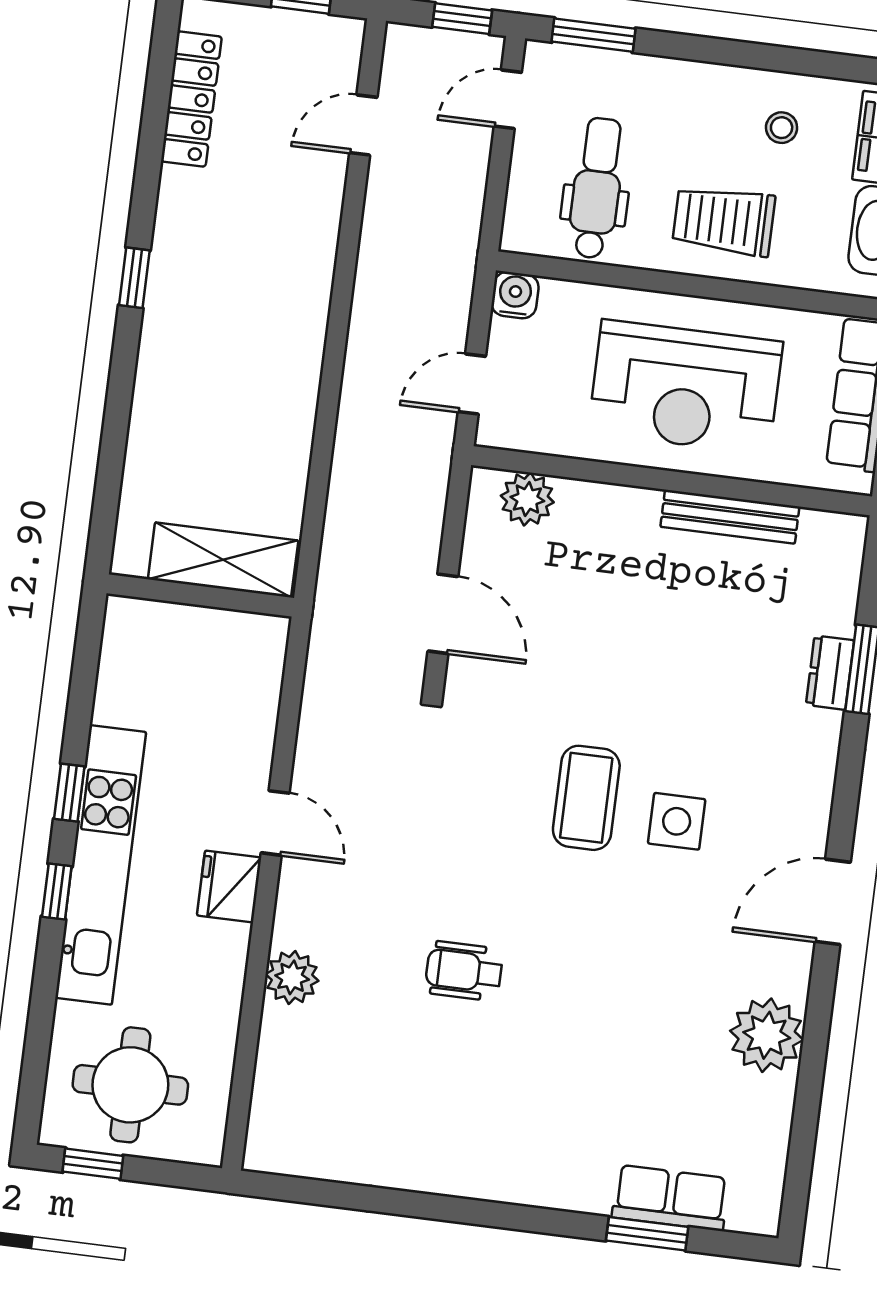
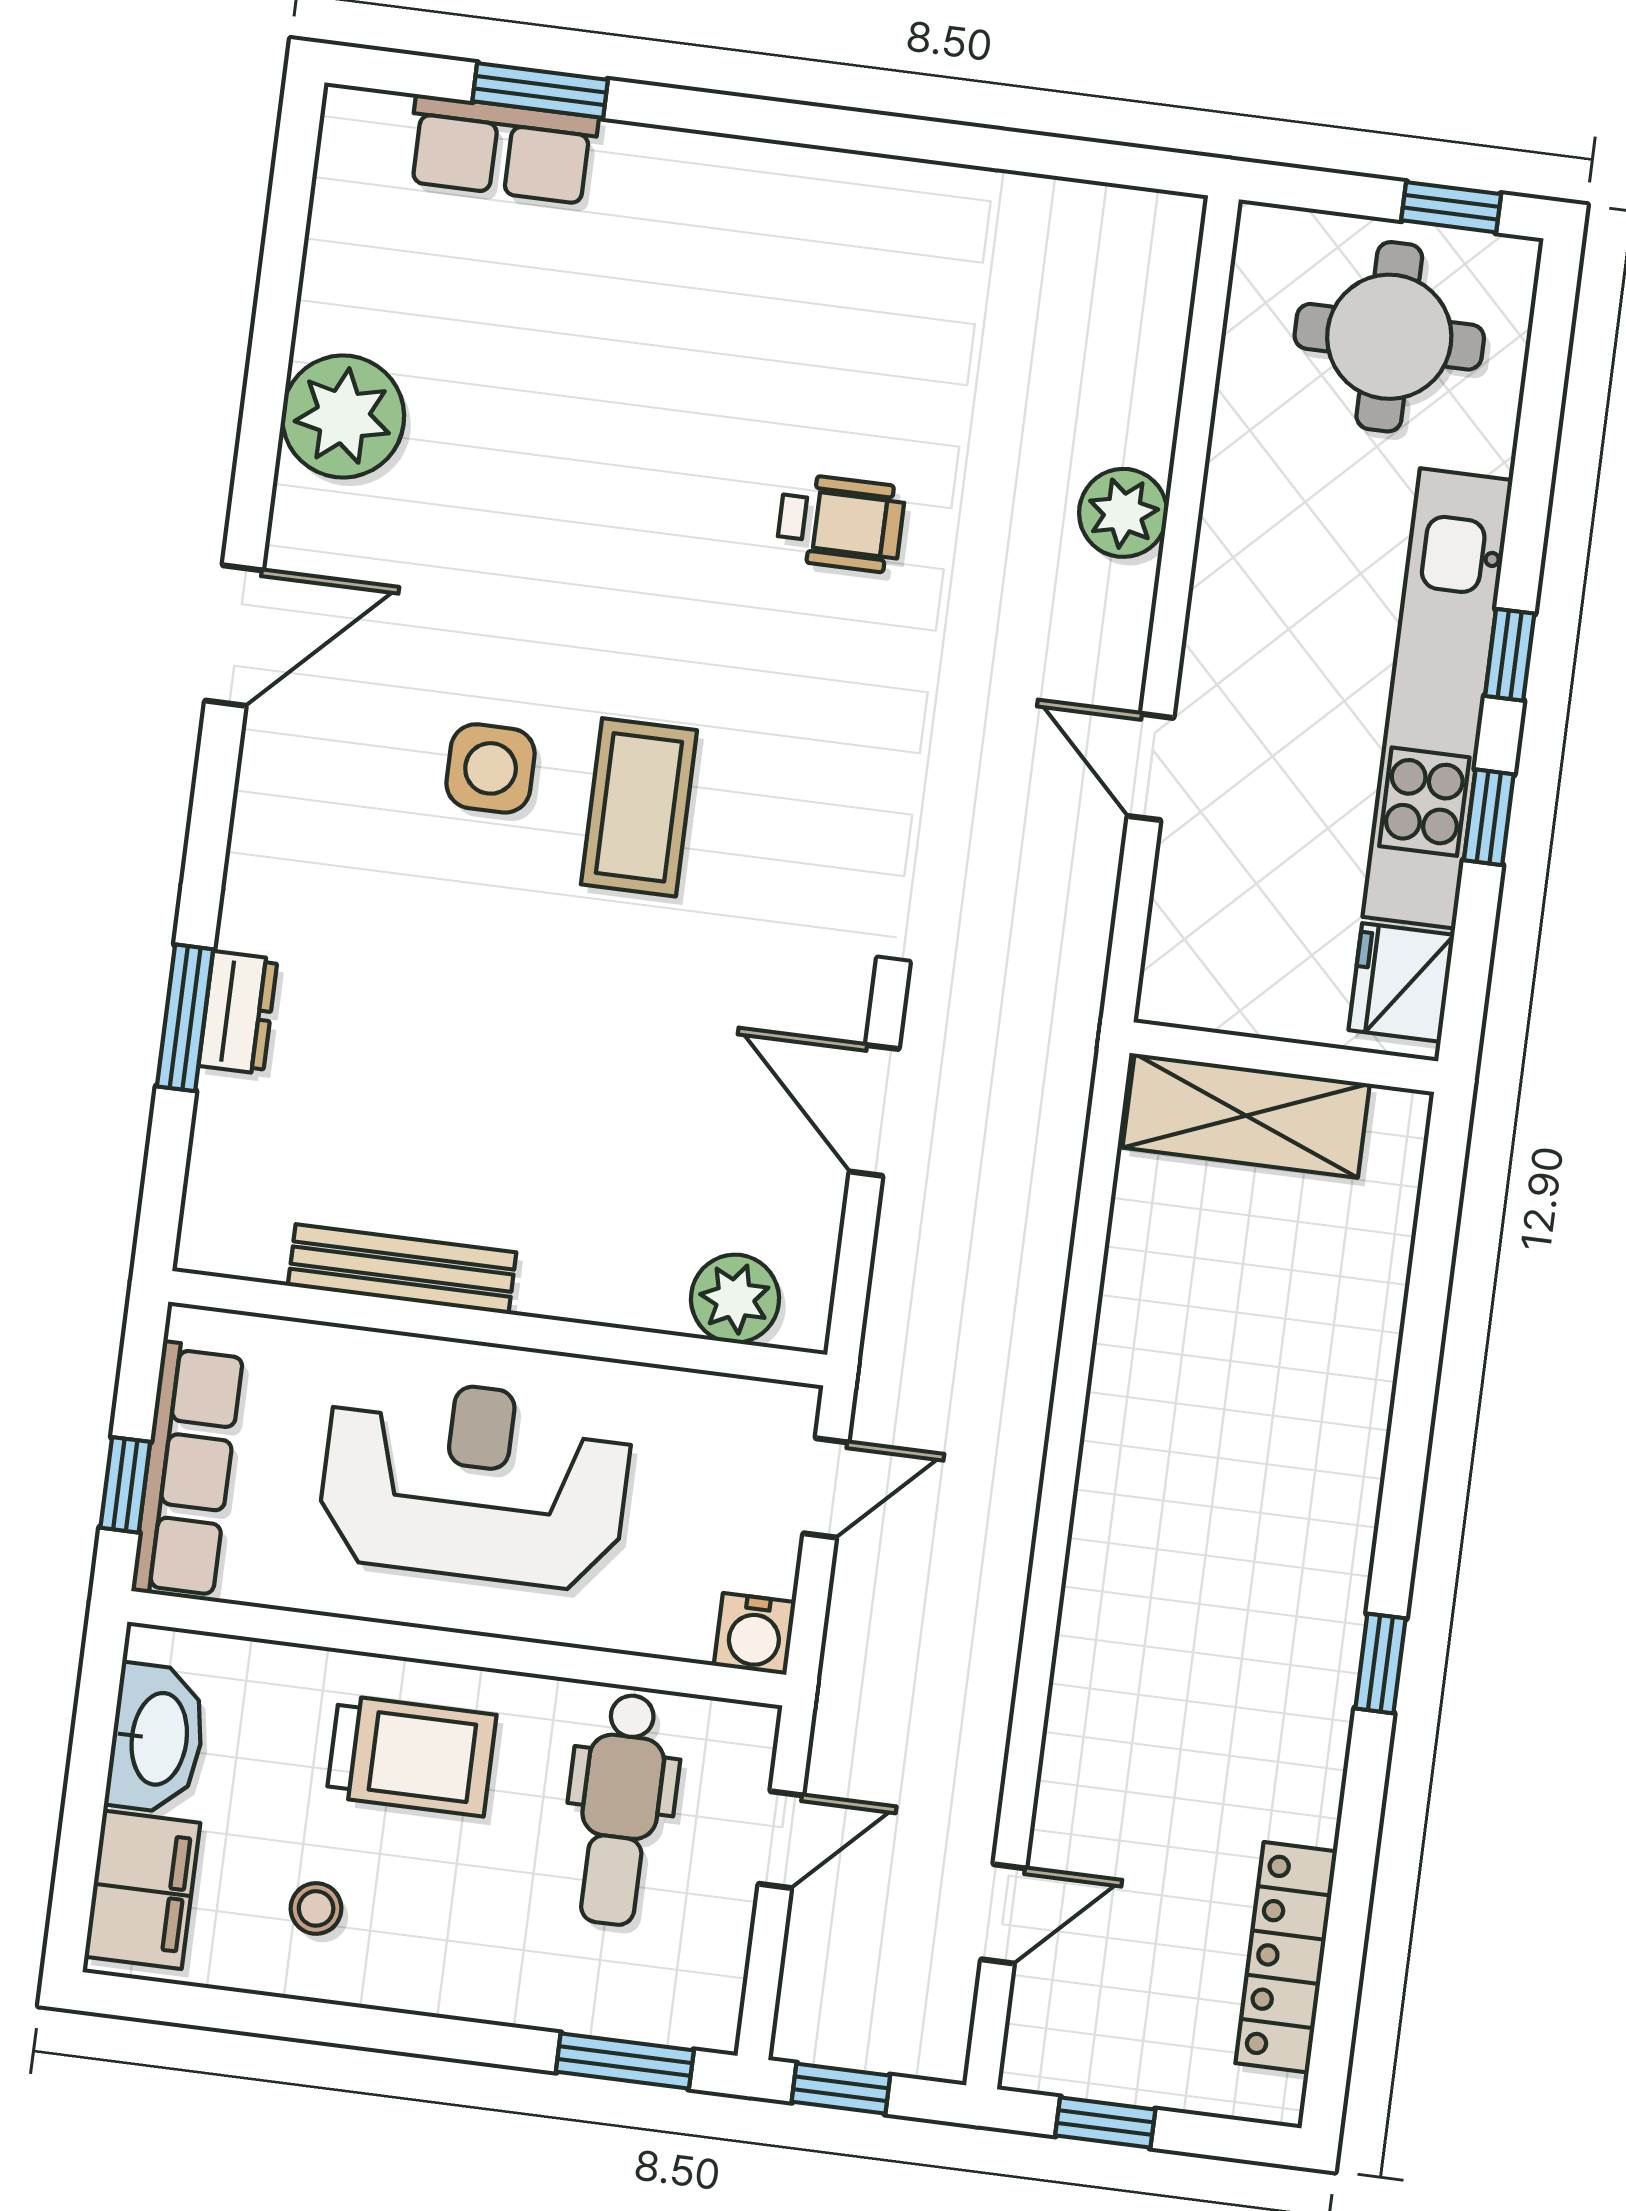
door: (508, 99) -> (781, 1840), moved
shelving: (223, 560) -> (1246, 1116), moved
wall: (200, 596) -> (1284, 1057), moved
fridge: (229, 887) -> (1401, 982), moved, turned 180

